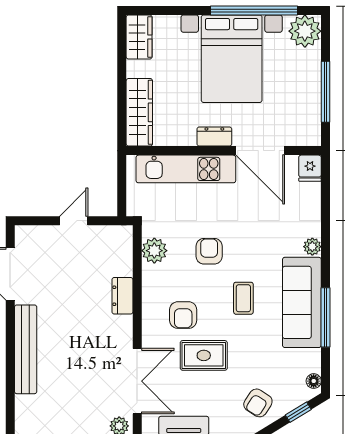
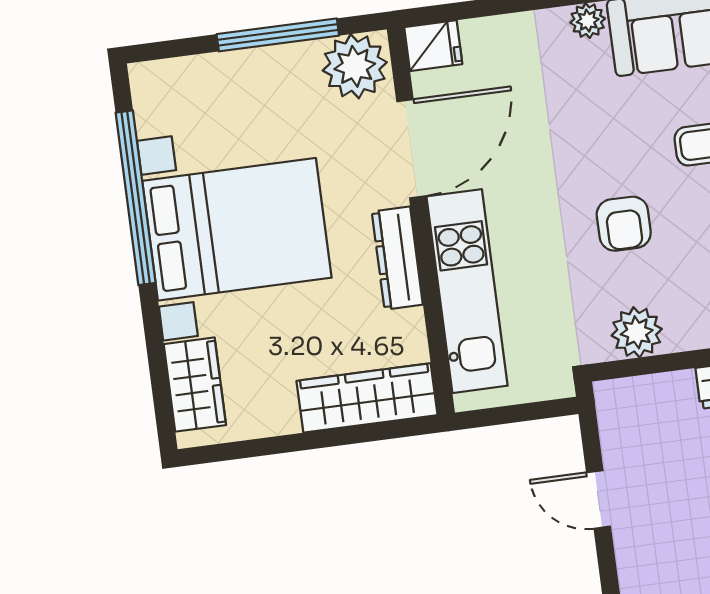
plant: (305, 31) -> (355, 66), moved
wardrobe: (139, 37) -> (195, 385), moved, turned 90
dresser: (214, 137) -> (397, 258), width x1.44
armchair: (209, 251) -> (624, 224), turned -90

